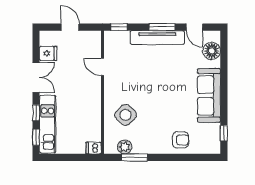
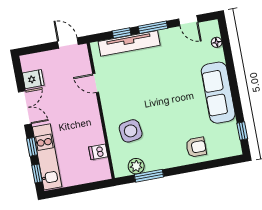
door: (70, 27) -> (68, 43), moved
window: (119, 27) -> (122, 33), moved
tv unit: (157, 37) -> (129, 43), moved
floor lamp: (212, 51) -> (217, 42), width x0.53, depth x0.53
side table: (125, 115) -> (131, 131), turned 37
dishwasher: (94, 148) -> (98, 152), moved

